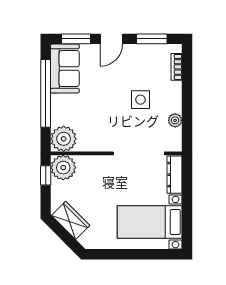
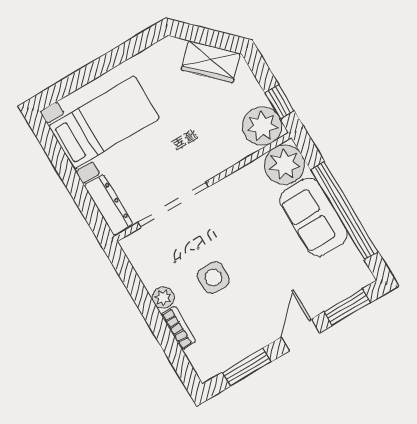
bookcase: (177, 67) -> (178, 328), moved
sofa: (65, 69) -> (314, 217), moved
plant: (175, 120) -> (163, 298), moved

